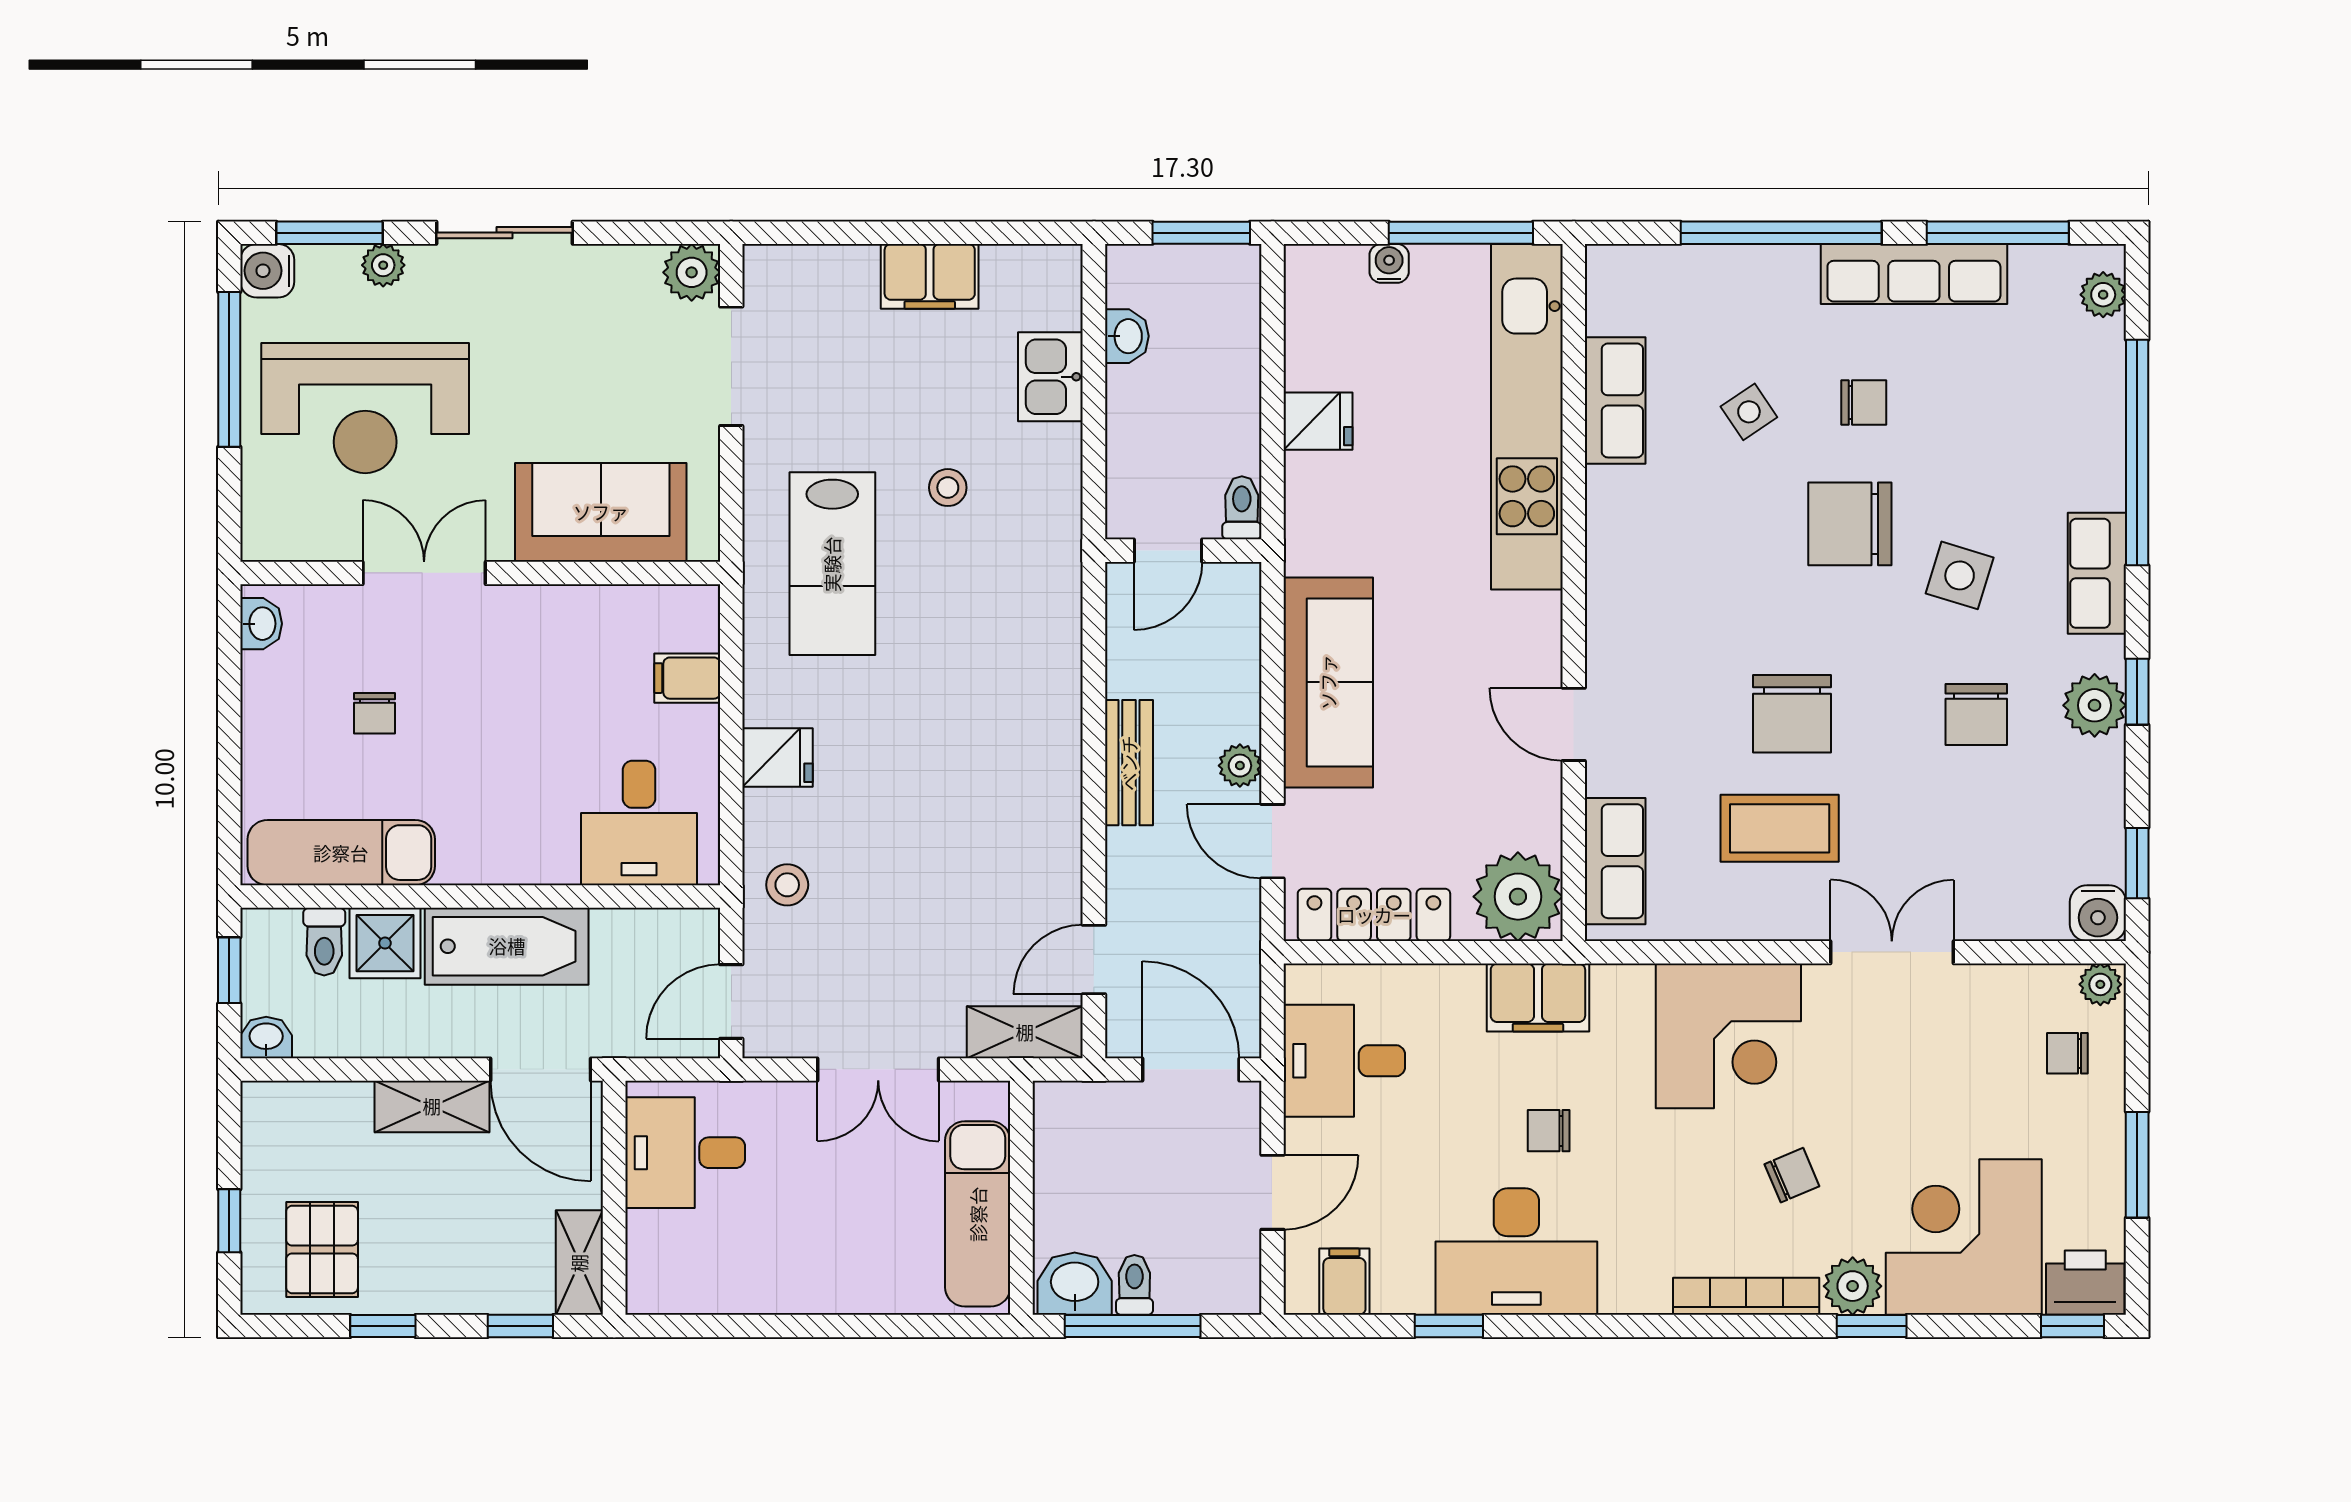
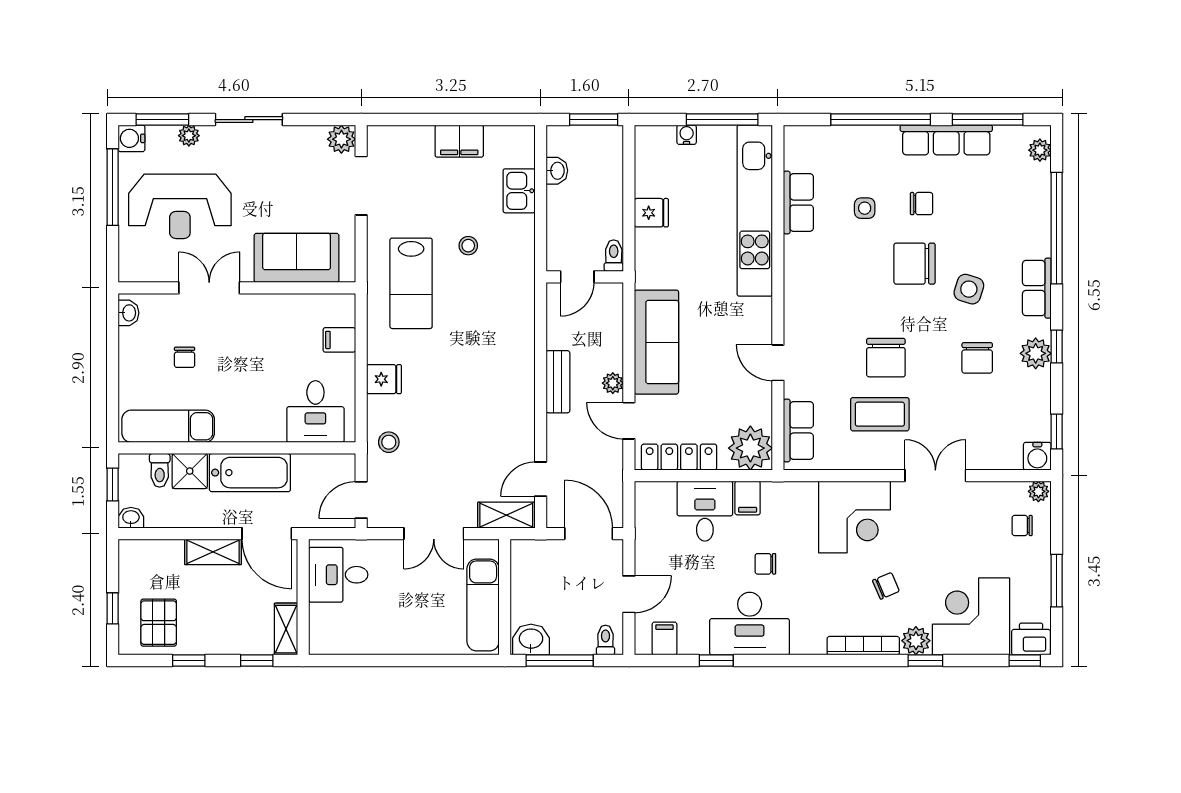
side table: (1749, 412) -> (865, 208), turned 34
filing cabinet: (1538, 998) -> (748, 498), width x0.50
desk: (1344, 1061) -> (705, 511), moved, turned 90
toilet: (1134, 1285) -> (605, 640), moved

